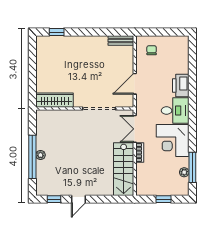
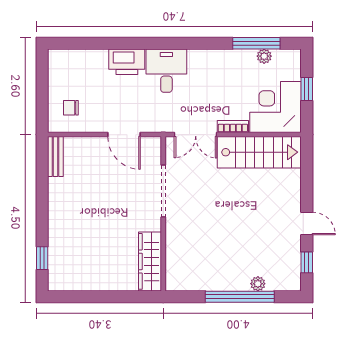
corner desk: (173, 140) -> (276, 107), moved, turned 180
plant: (40, 155) -> (258, 284), moved

